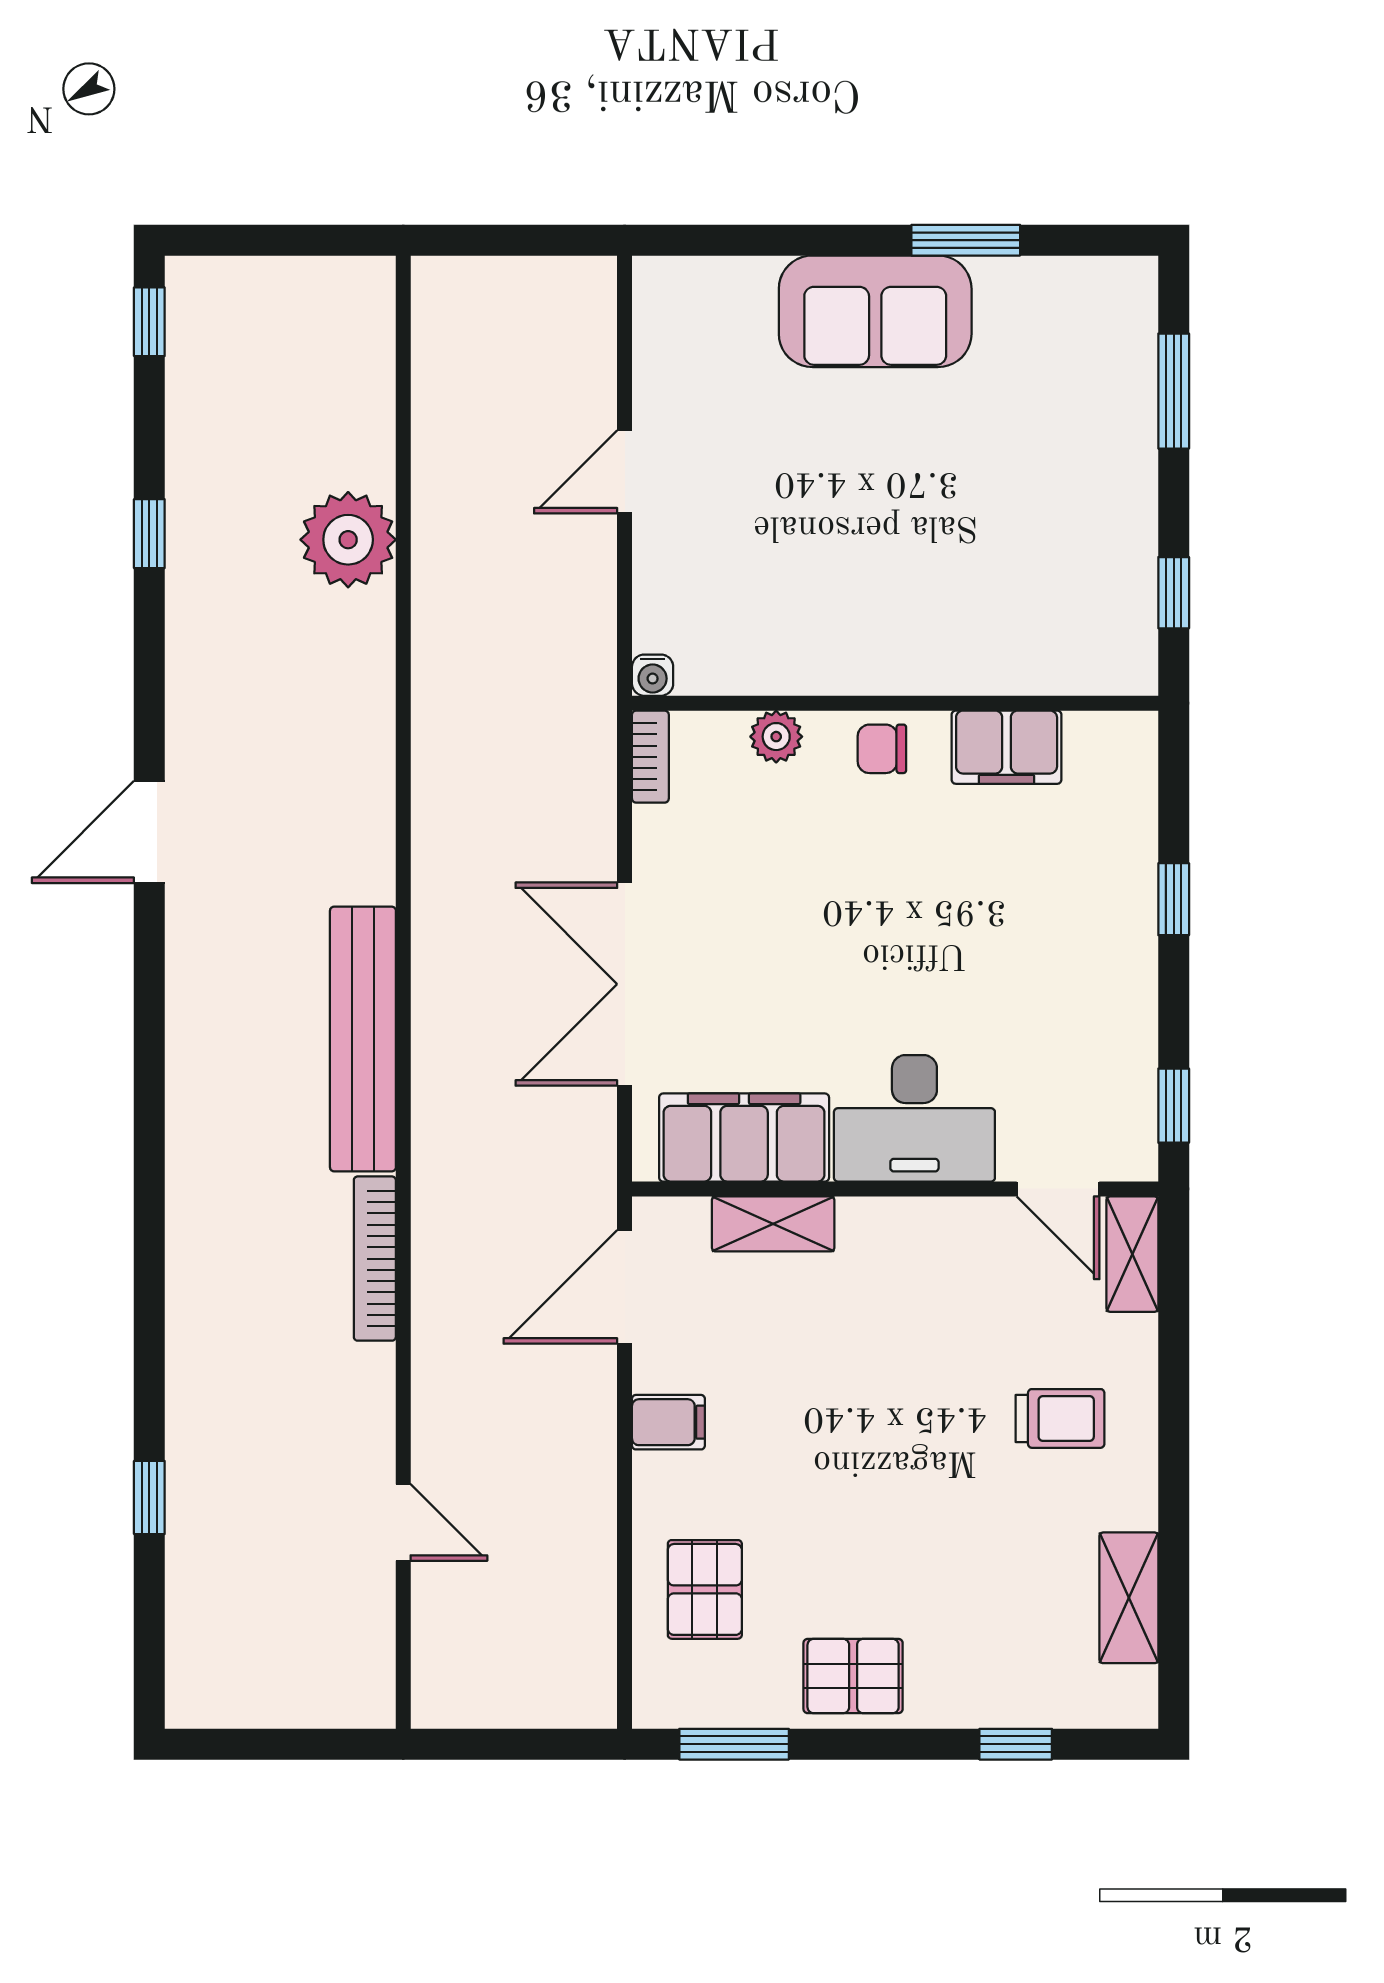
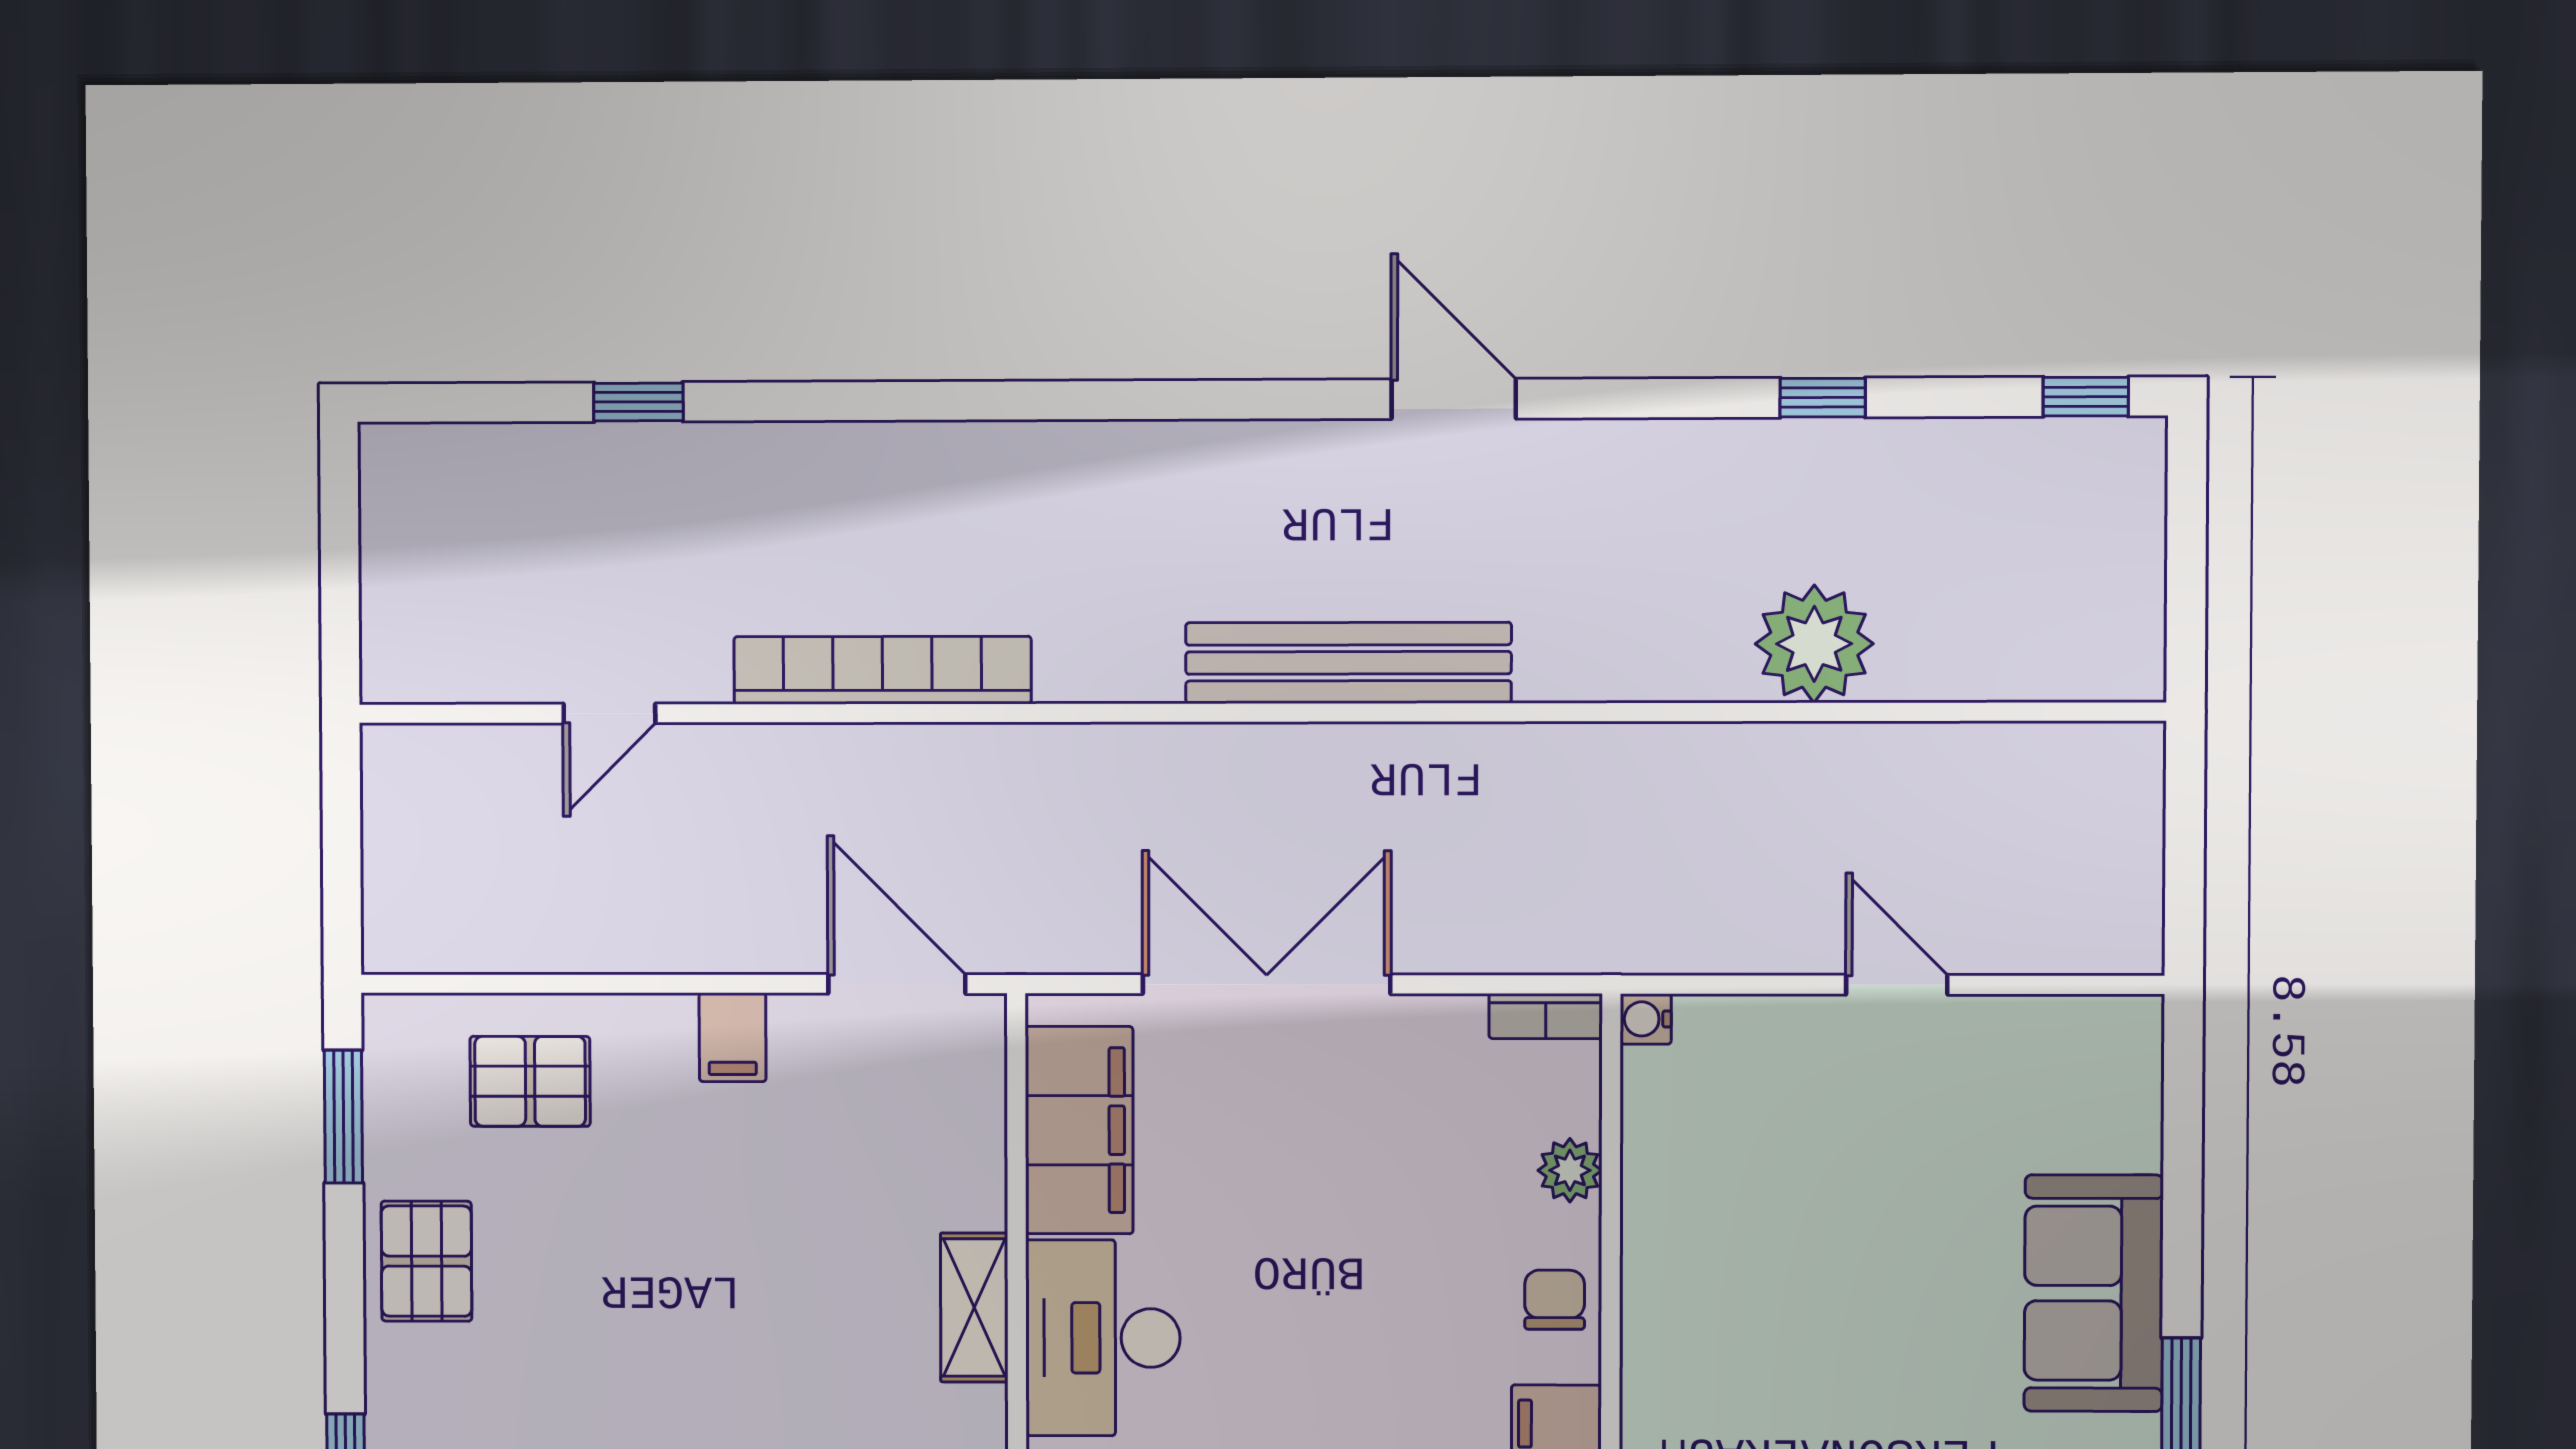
bench: (363, 1039) -> (1348, 663), moved
shelving: (773, 1224) -> (974, 1308), moved
bookcase: (375, 1259) -> (882, 670), width x1.48, depth x1.31

